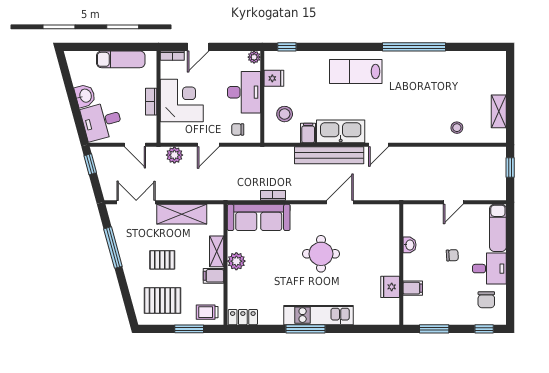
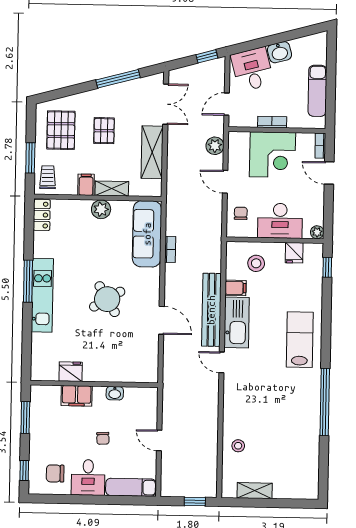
round table: (321, 254) -> (107, 299), turned -31
filing cabinet: (413, 288) -> (77, 396), width x2.00

